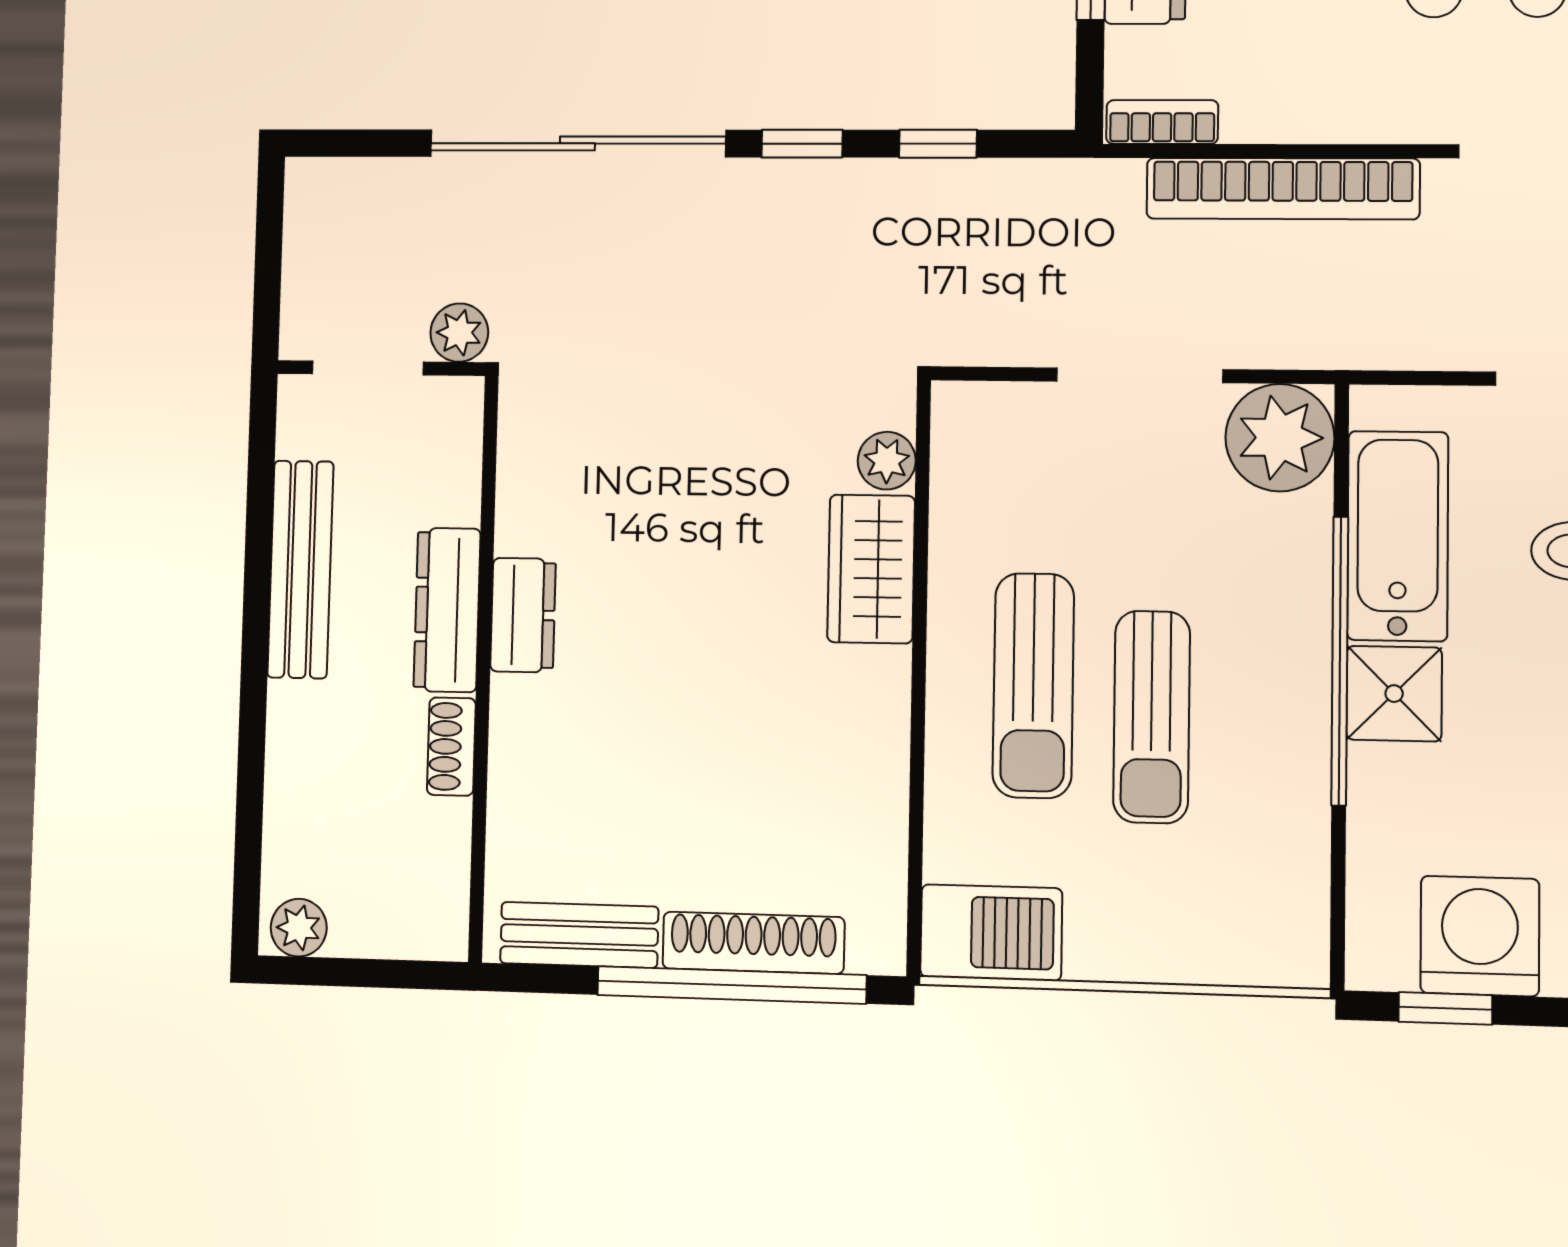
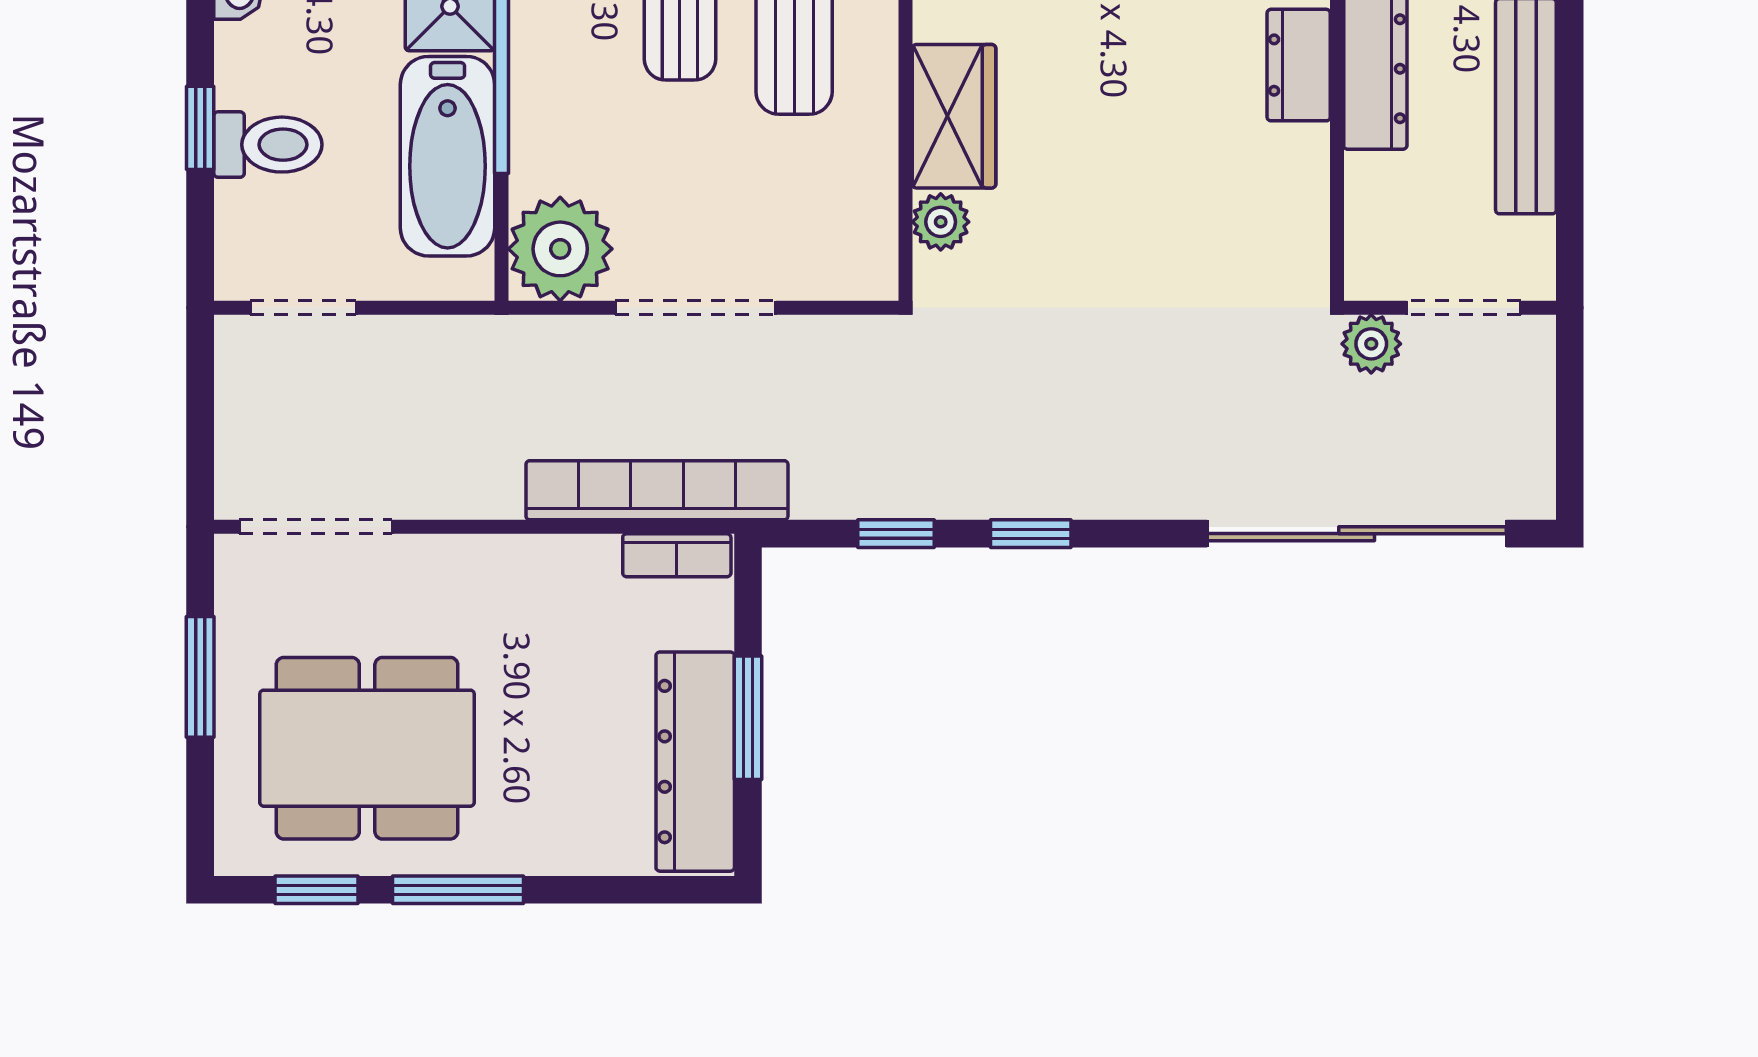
sliding door: (577, 143) -> (1357, 534), moved
bookcase: (1283, 189) -> (657, 490), moved

